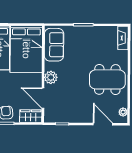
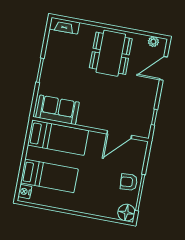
bed: (26, 49) -> (58, 138), width x0.67
plant: (51, 77) -> (96, 121), removed
wardrobe: (31, 116) -> (138, 153), removed

